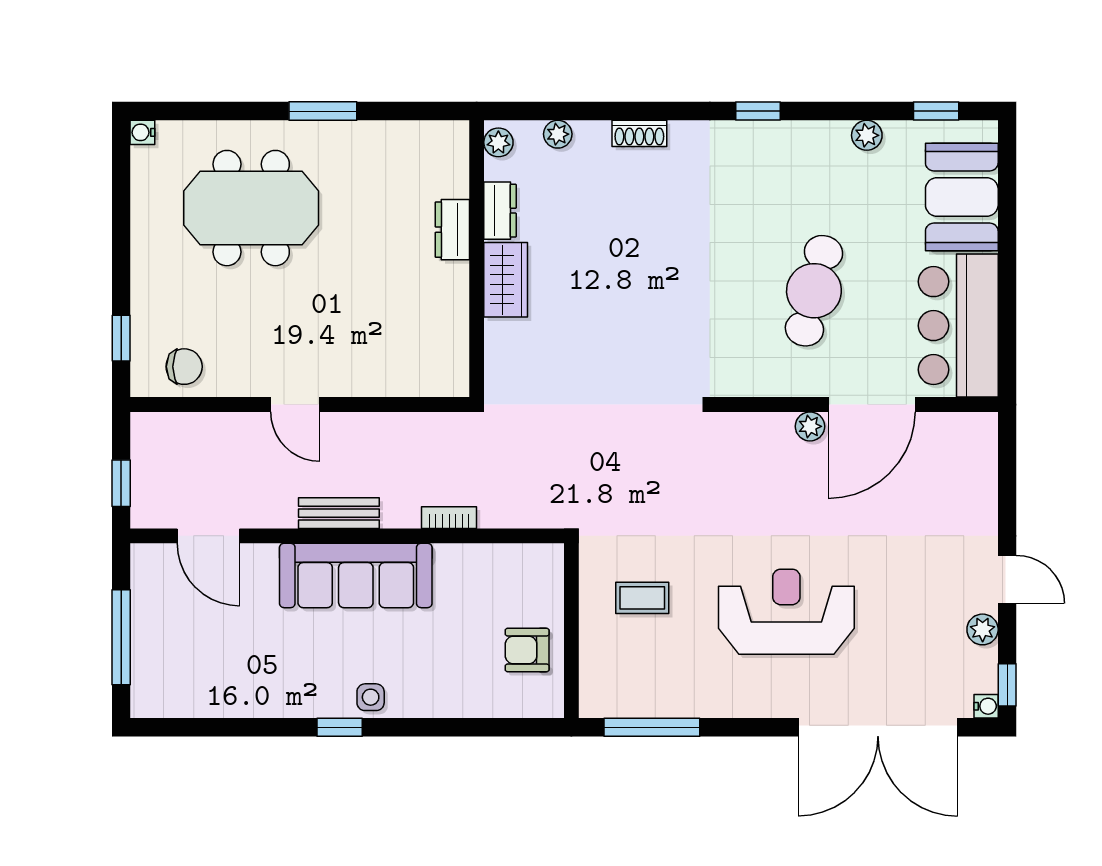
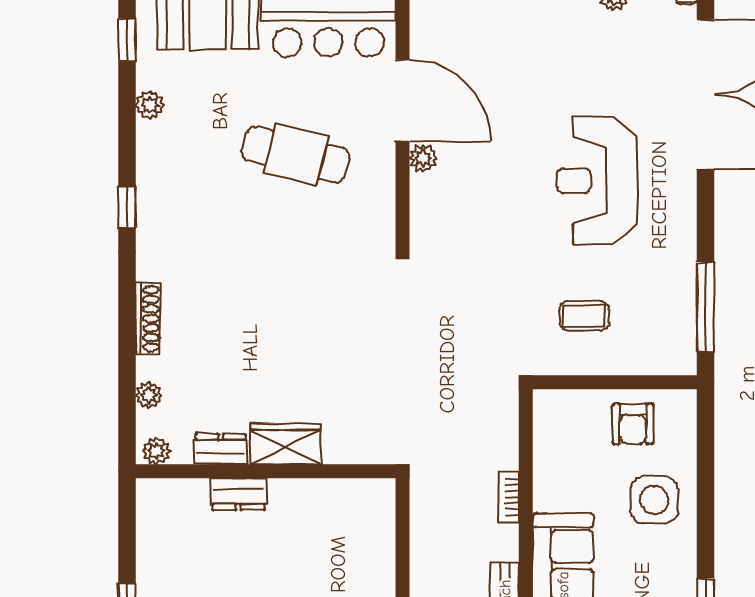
shoe rack: (639, 133) -> (148, 318), width x1.43
coffee table: (642, 598) -> (584, 316), turned 90
side table: (371, 697) -> (654, 500), moved, width x1.87, depth x1.87

